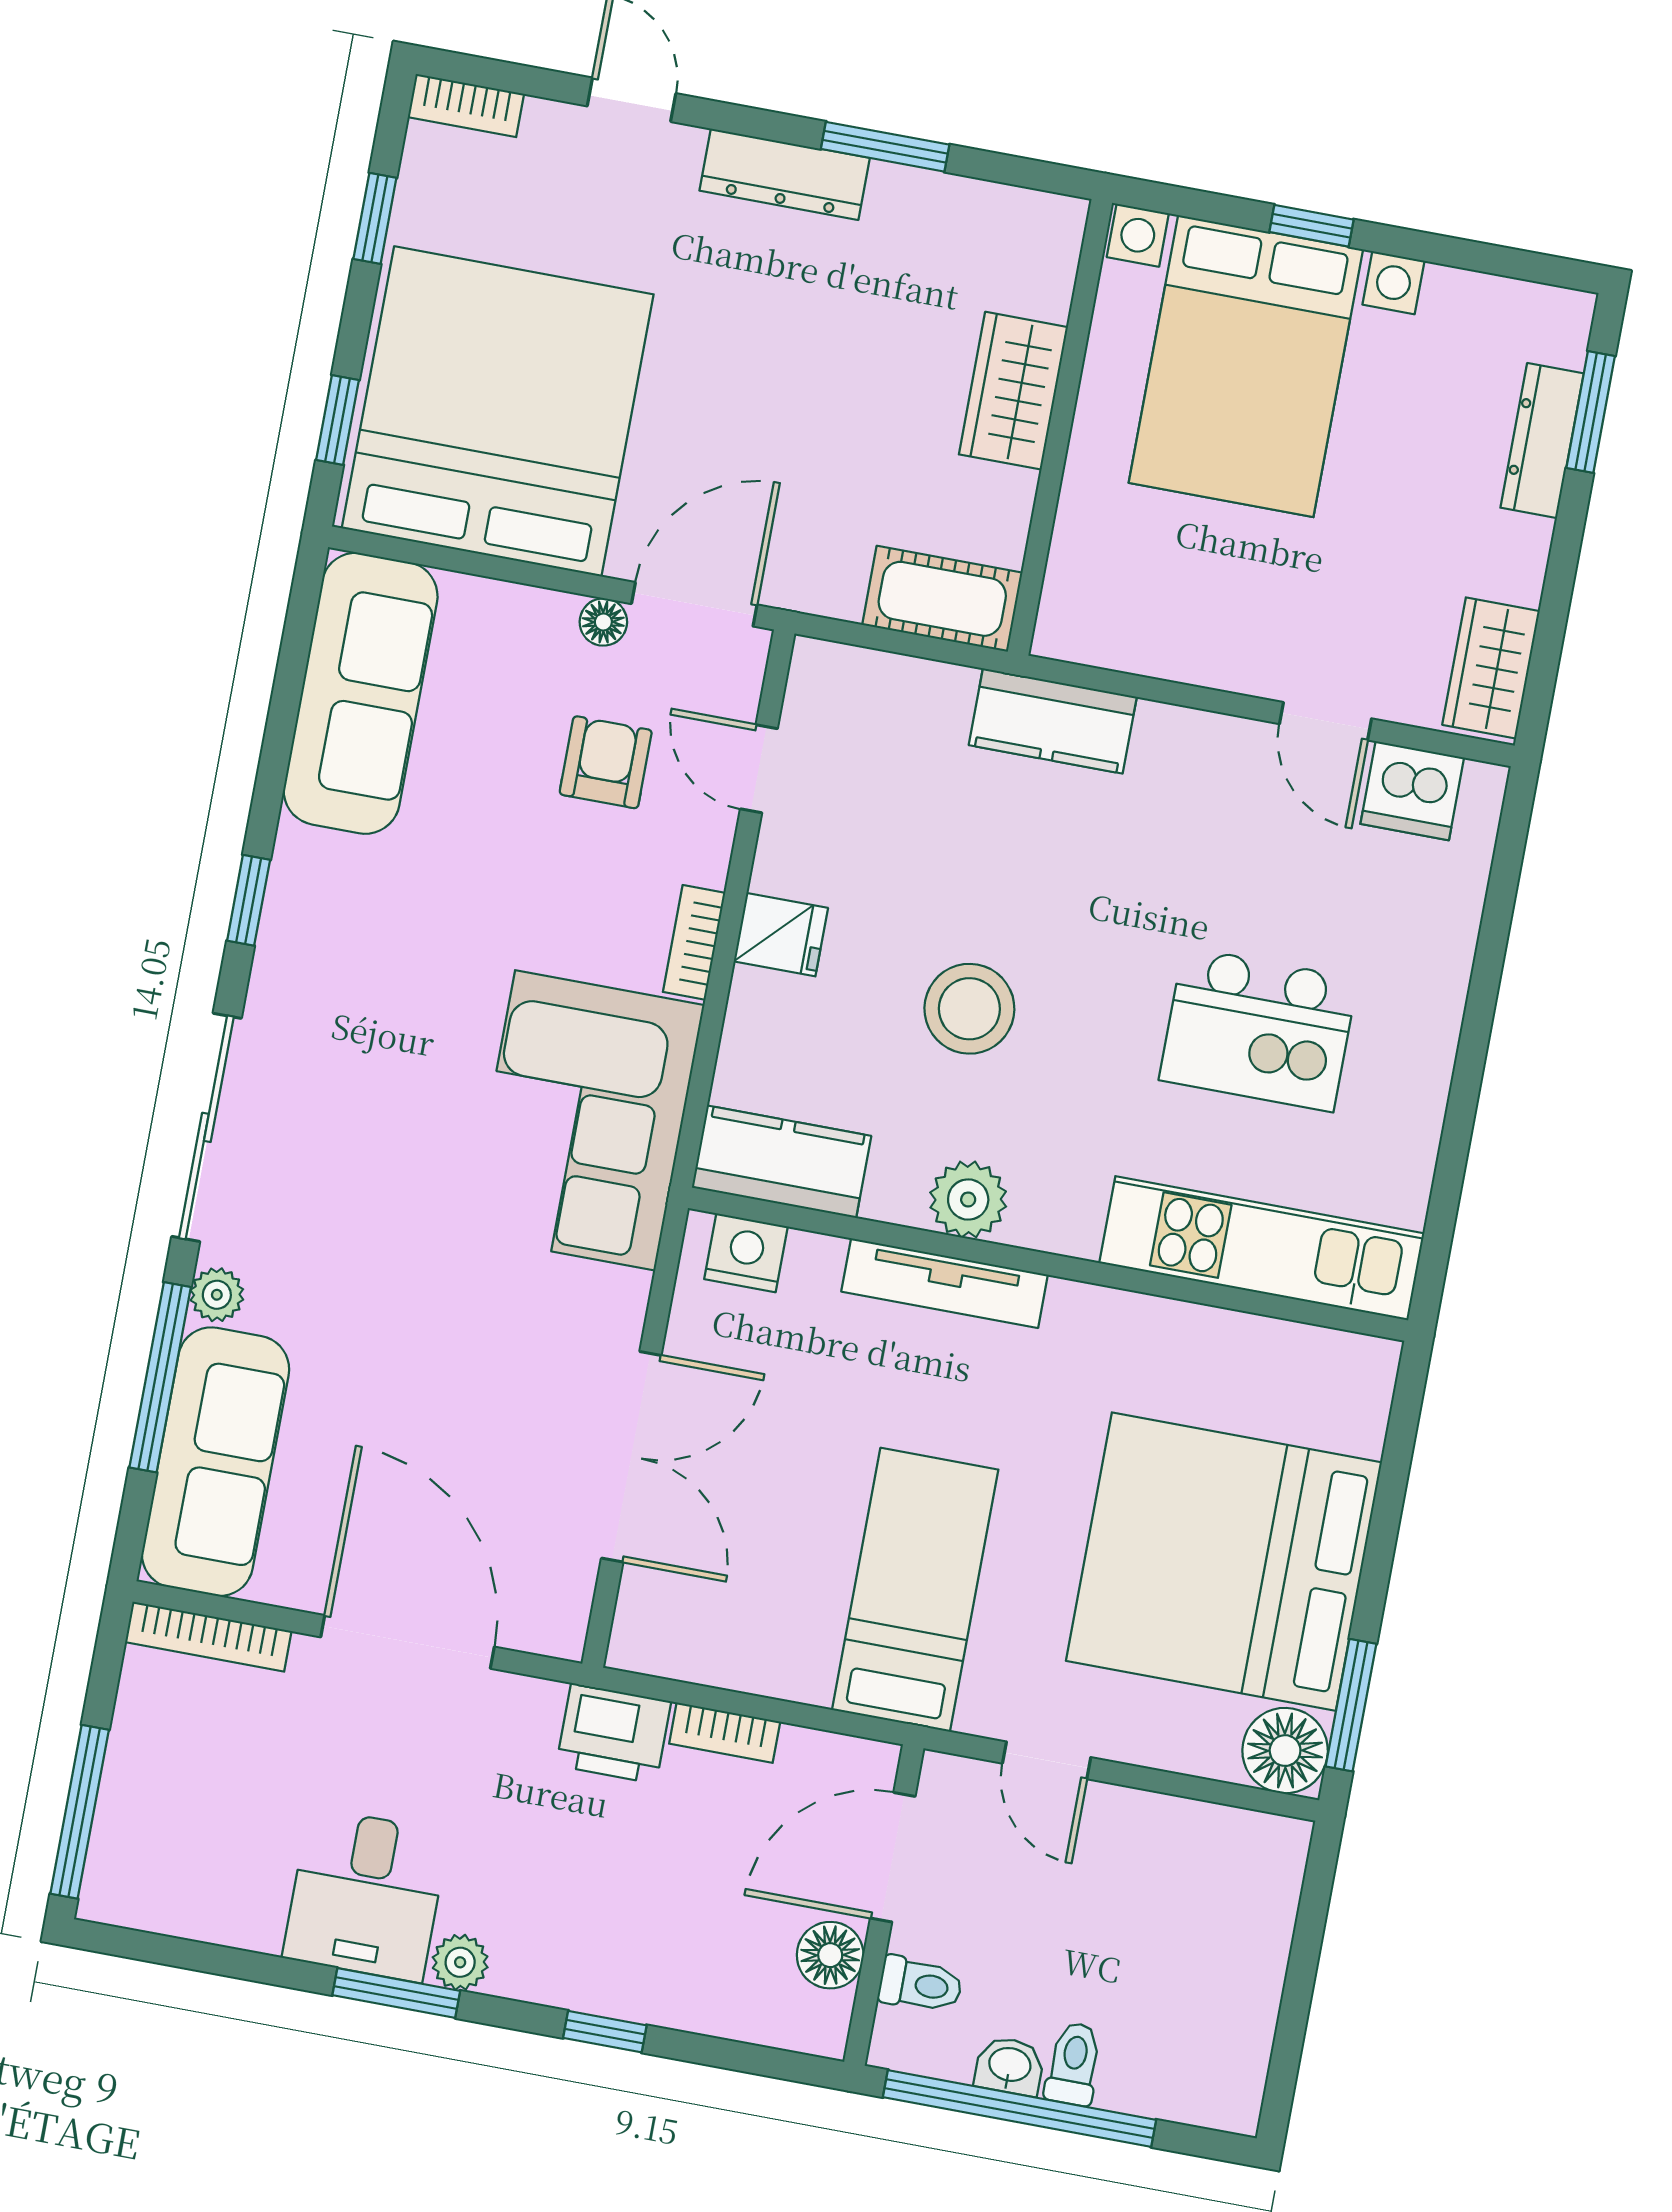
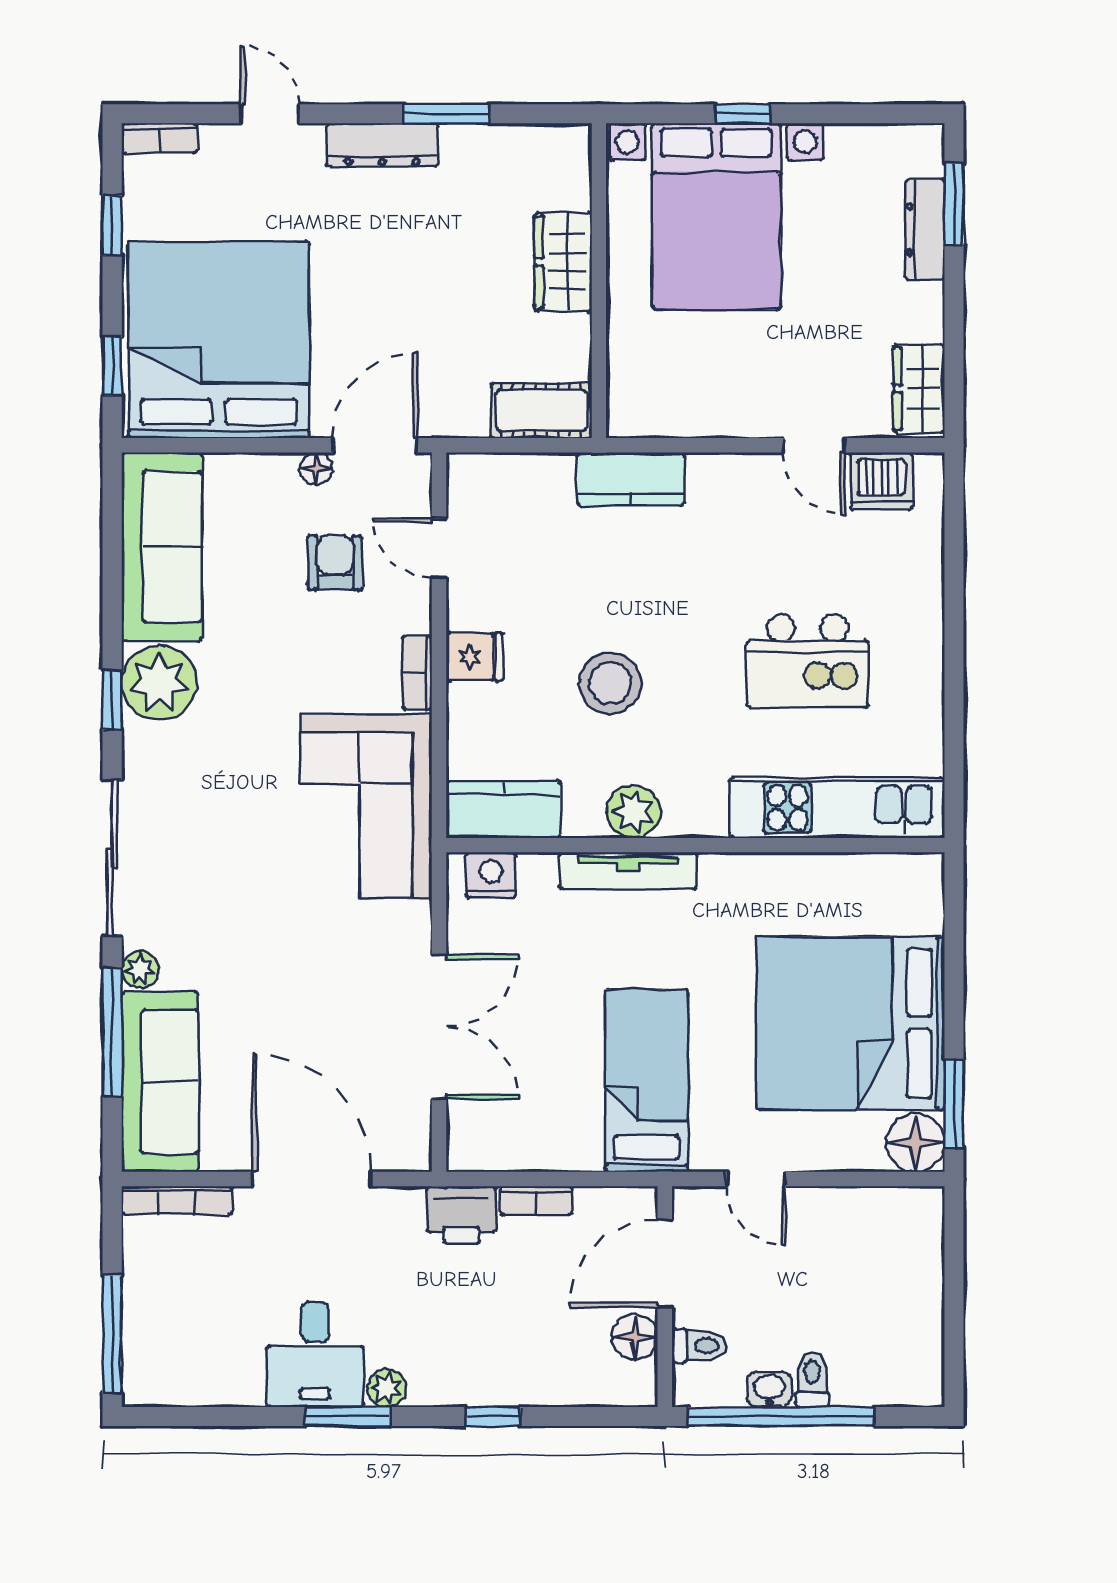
plant: (321, 888) -> (159, 683), added

